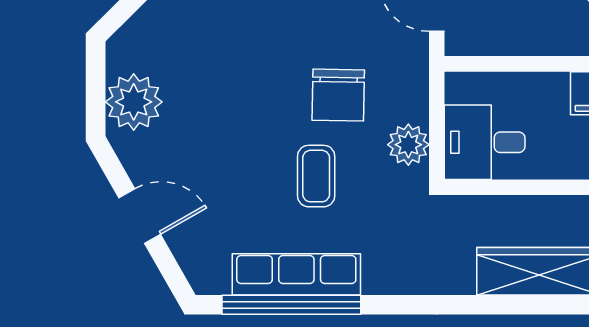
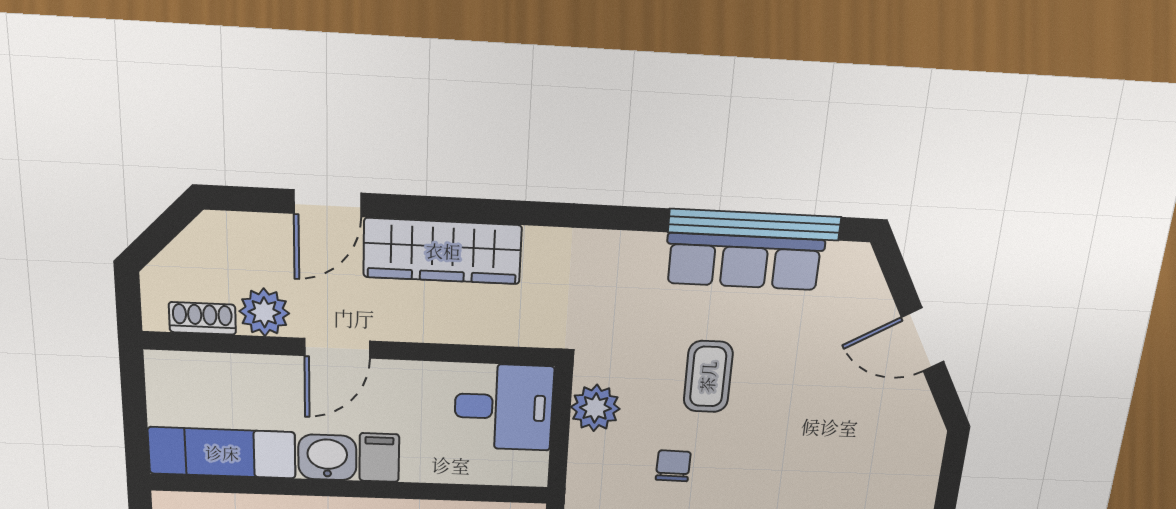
chair: (338, 95) -> (673, 466), width x0.54, depth x0.54
plant: (134, 102) -> (909, 467), removed

